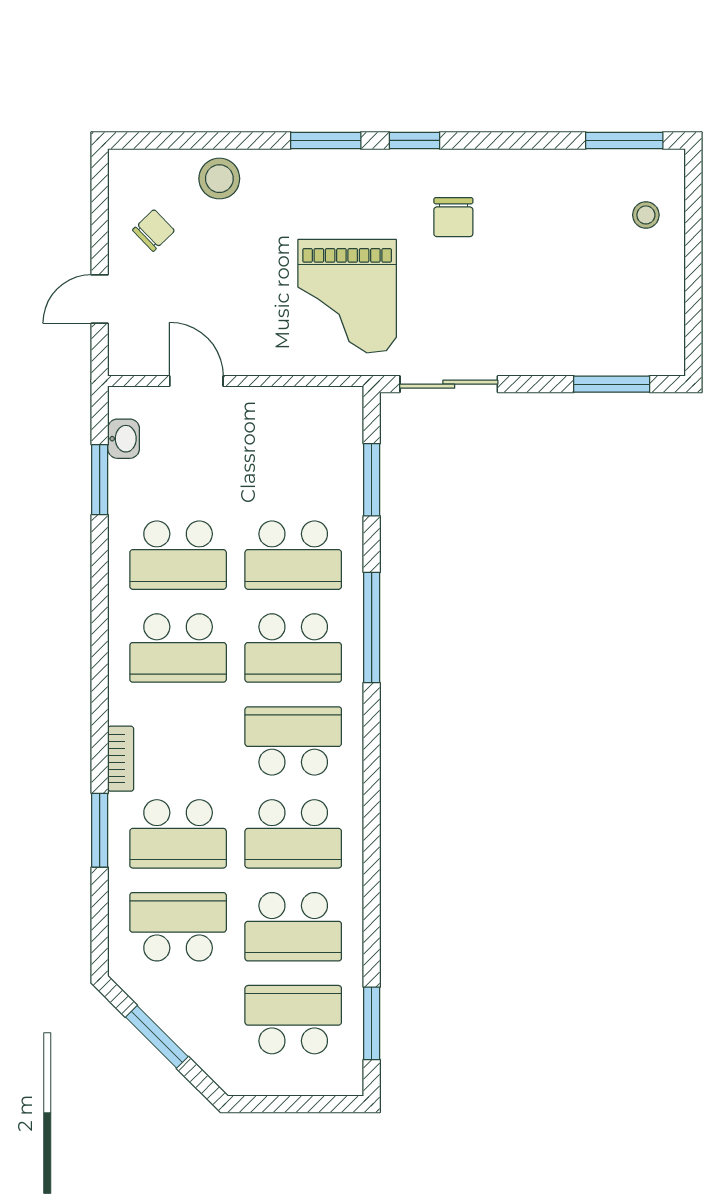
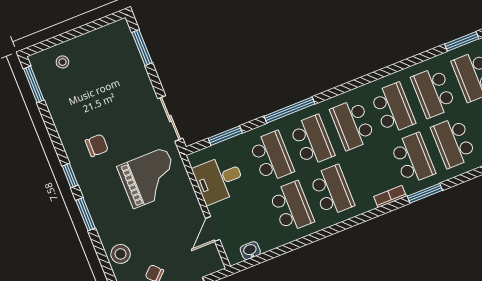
desk: (290, 433) -> (219, 179), added
window: (100, 480) -> (272, 254), removed
school desk: (293, 927) -> (433, 92), turned 180

